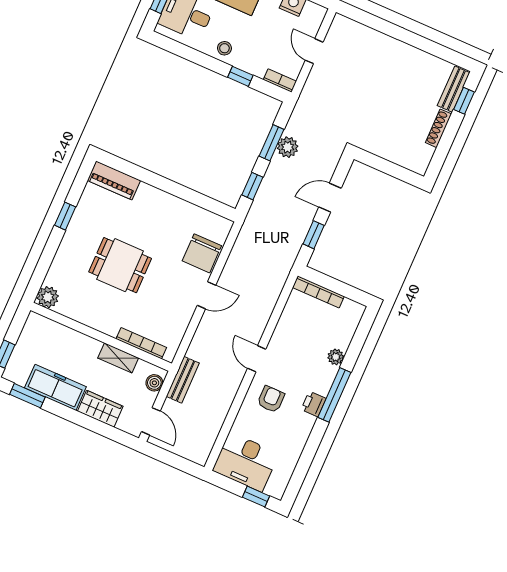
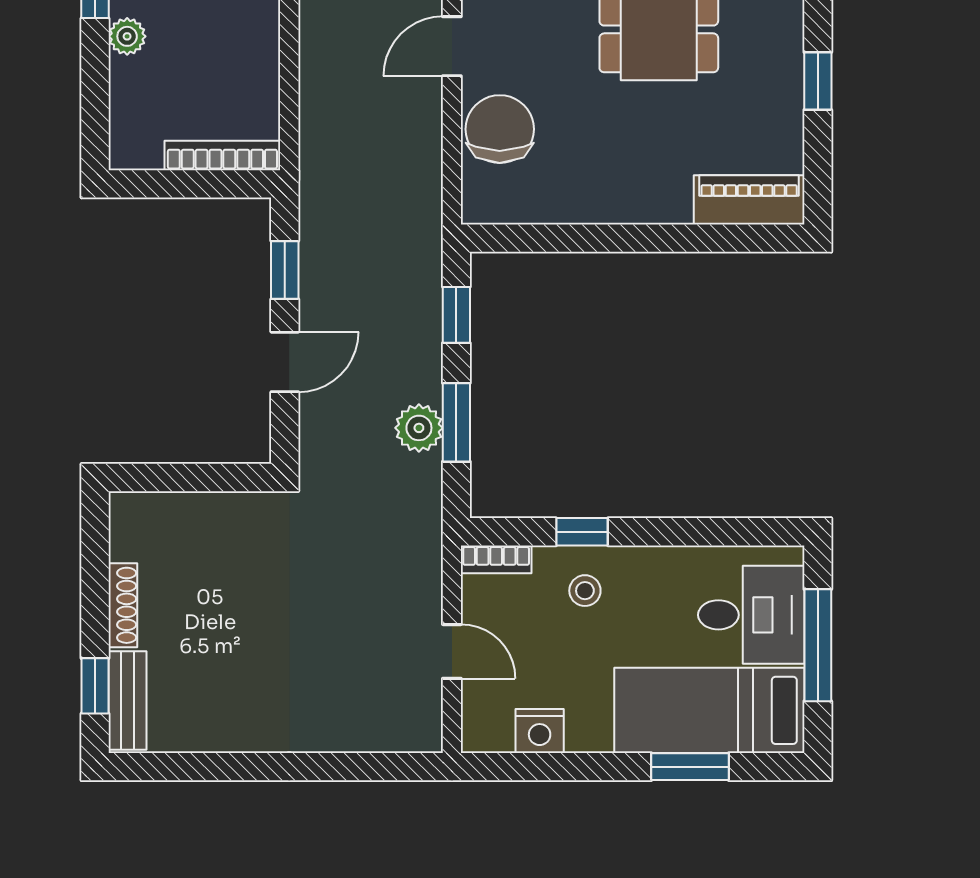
stool: (224, 48) -> (585, 591), moved

